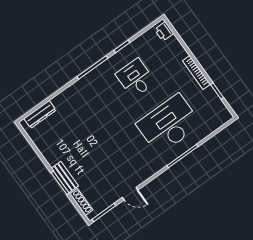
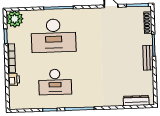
printer: (164, 31) -> (14, 80), moved
desk: (136, 78) -> (55, 82), width x1.37
plant: (220, 115) -> (15, 19), added
bench: (65, 177) -> (148, 58), moved

